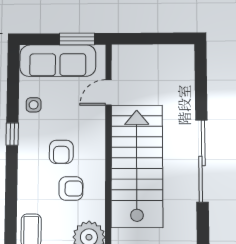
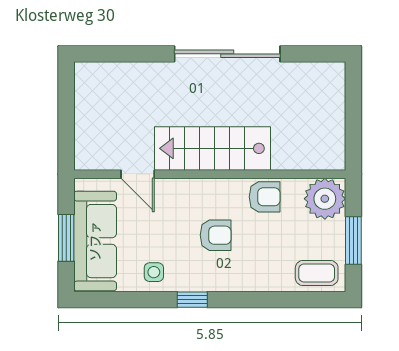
window: (77, 39) -> (66, 238), moved
stairs: (137, 166) -> (213, 148), width x0.73, depth x0.66
armchair: (71, 189) -> (265, 197), moved, turned 90

